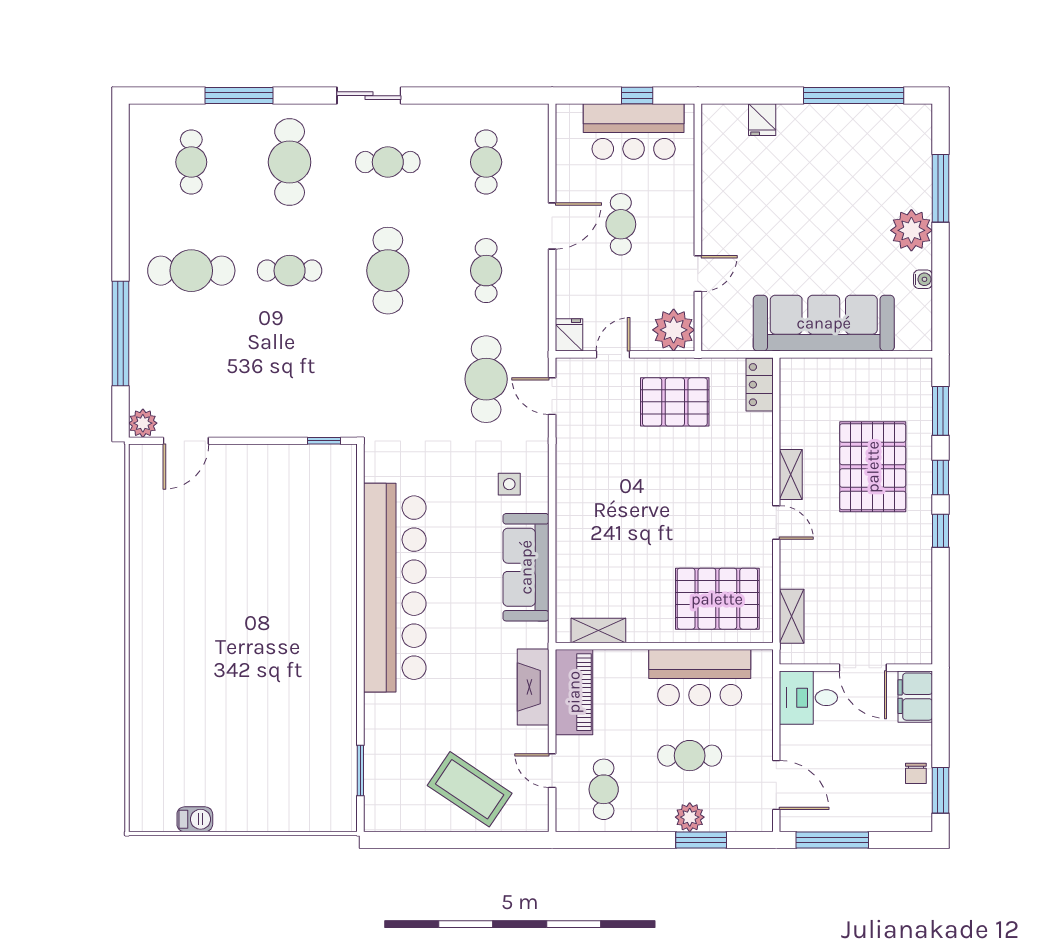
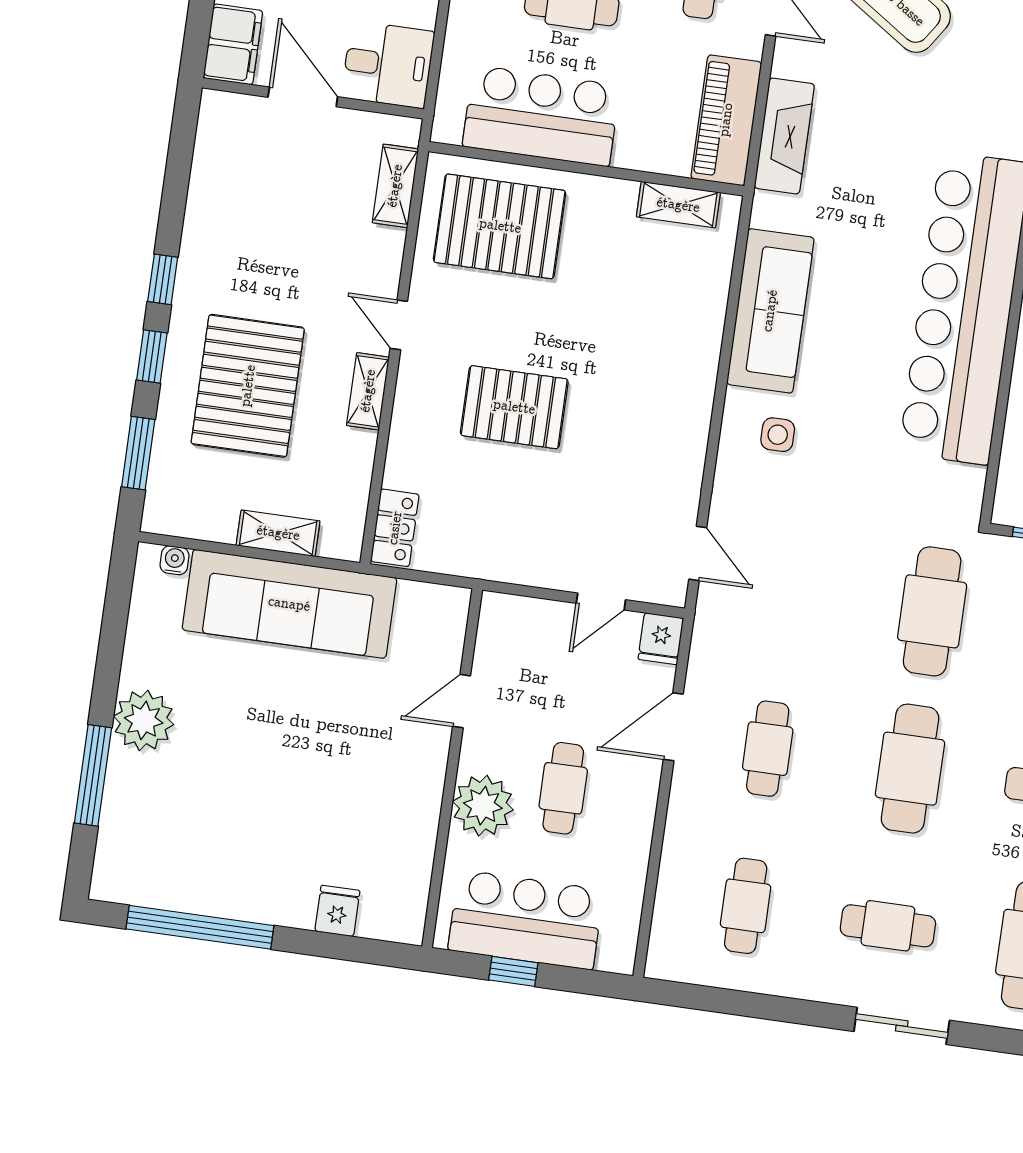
door: (552, 226) -> (673, 727), moved
water cooler: (923, 279) -> (174, 560), moved, turned 90
plant: (674, 330) -> (483, 806), moved
shelving: (838, 370) -> (278, 533), added
cafe table: (486, 379) -> (932, 611), moved
pallet: (675, 402) -> (514, 407), moved

